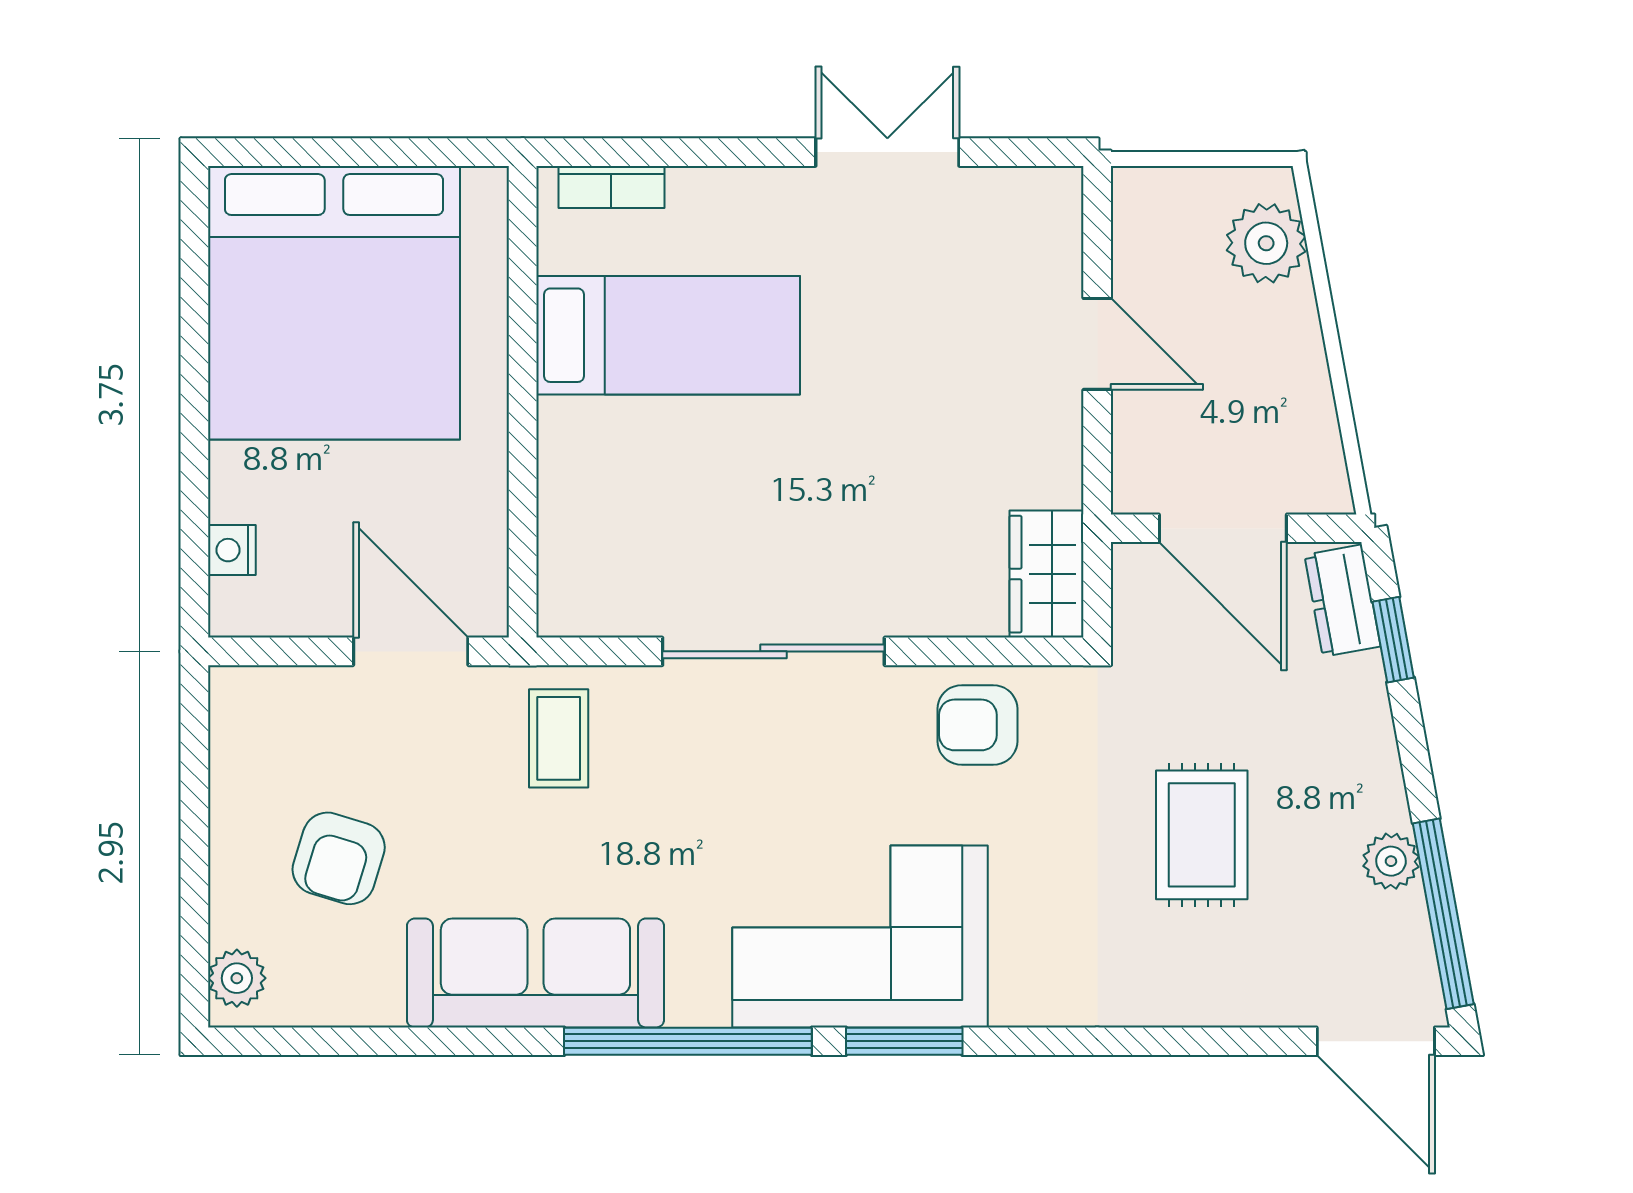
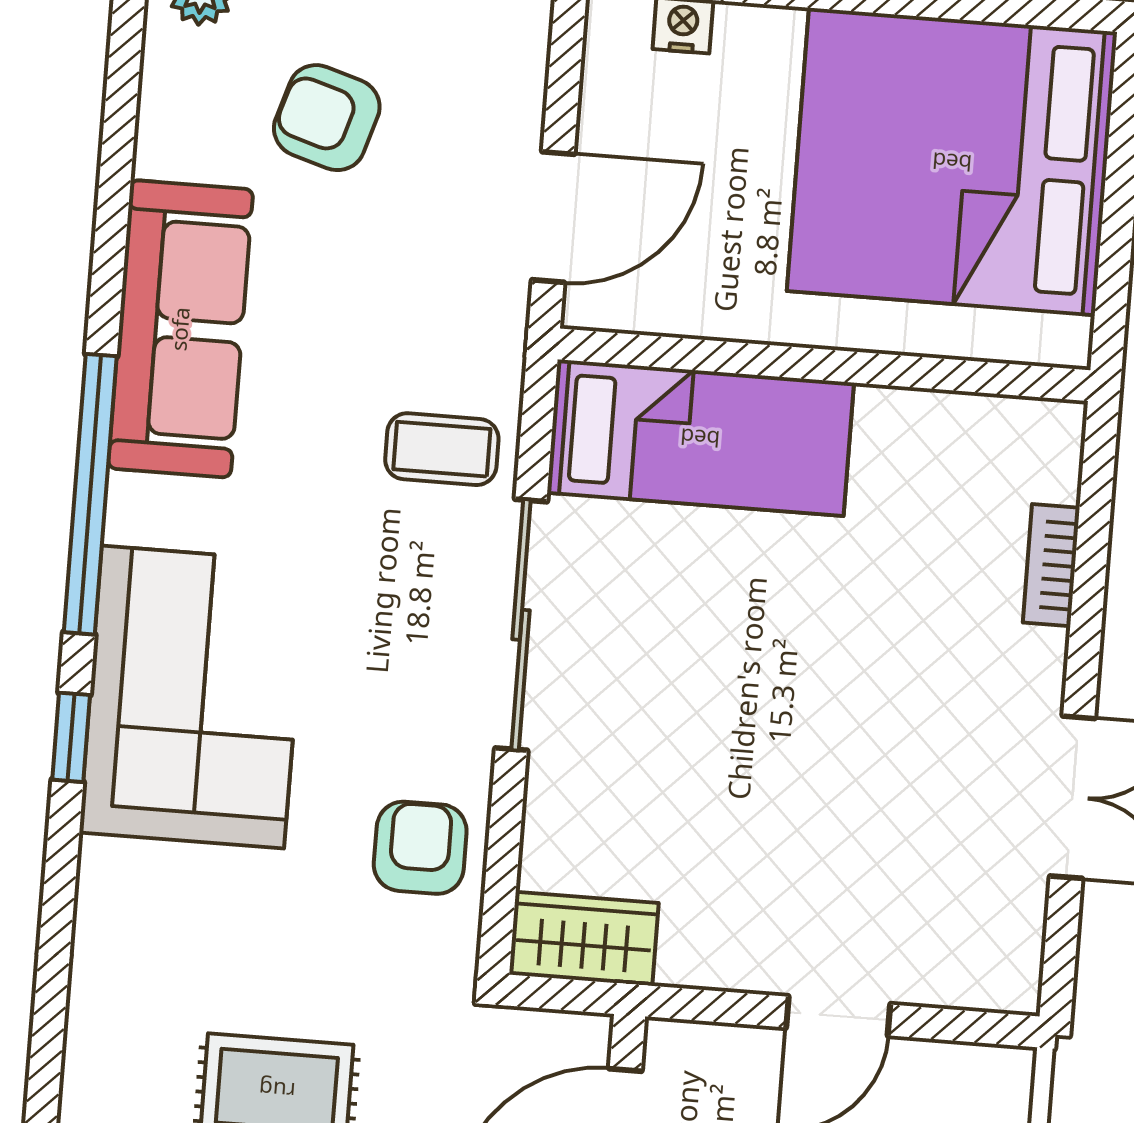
bookcase: (611, 187) -> (1051, 565), moved
bed: (668, 335) -> (700, 438), moved, turned -90
coffee table: (559, 738) -> (442, 449), moved
window: (904, 1041) -> (71, 737), width x0.67

